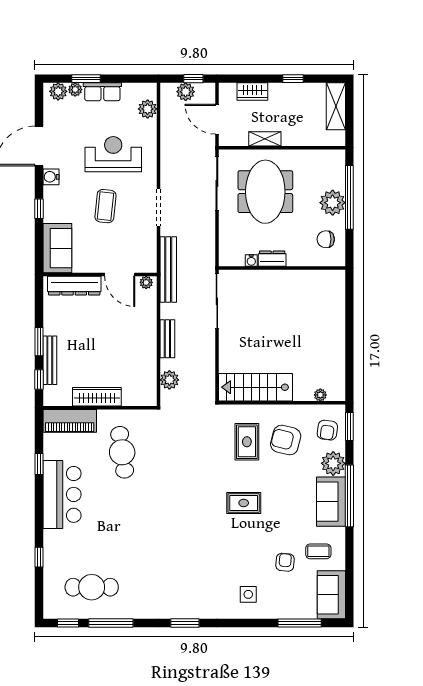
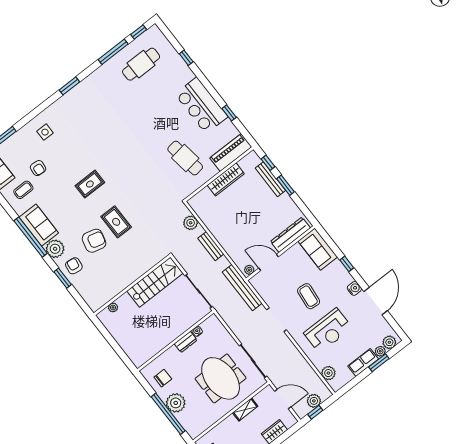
stairs: (255, 387) -> (155, 282), moved
plant: (320, 395) -> (113, 307), moved
wall: (282, 403) -> (132, 285), moved

